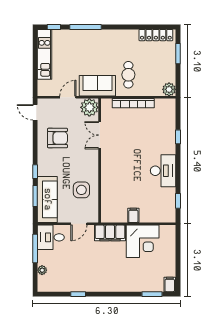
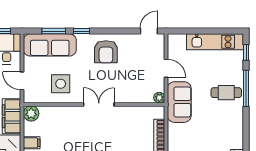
cafe table: (128, 75) -> (226, 93), moved
plant: (89, 107) -> (159, 98), width x0.53, depth x0.53
double door: (100, 135) -> (99, 104), moved
armchair: (58, 138) -> (106, 52), moved
plant: (108, 216) -> (31, 113), added

